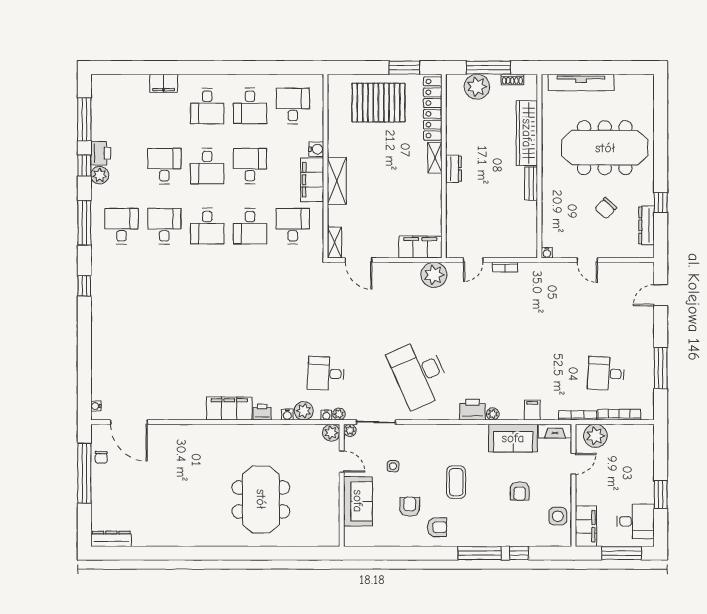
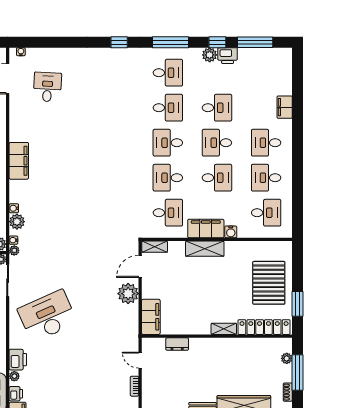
plant: (477, 87) -> (287, 358), width x0.53, depth x0.53
dresser: (453, 169) -> (177, 344), moved
plant: (434, 275) -> (128, 294), moved
desk: (326, 374) -> (47, 87), moved
printer: (262, 412) -> (16, 394), moved

